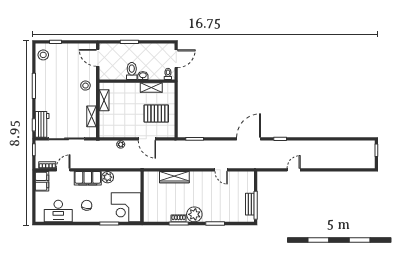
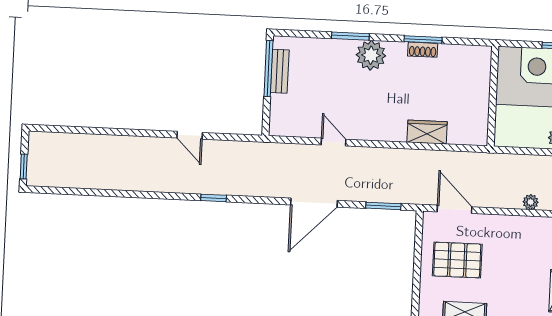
door: (147, 139) -> (455, 209), moved
door: (249, 139) -> (314, 203), moved
door: (294, 170) -> (190, 135), hinge flipped
wardrobe: (174, 177) -> (427, 132), width x0.67
plant: (194, 214) -> (371, 55), moved

